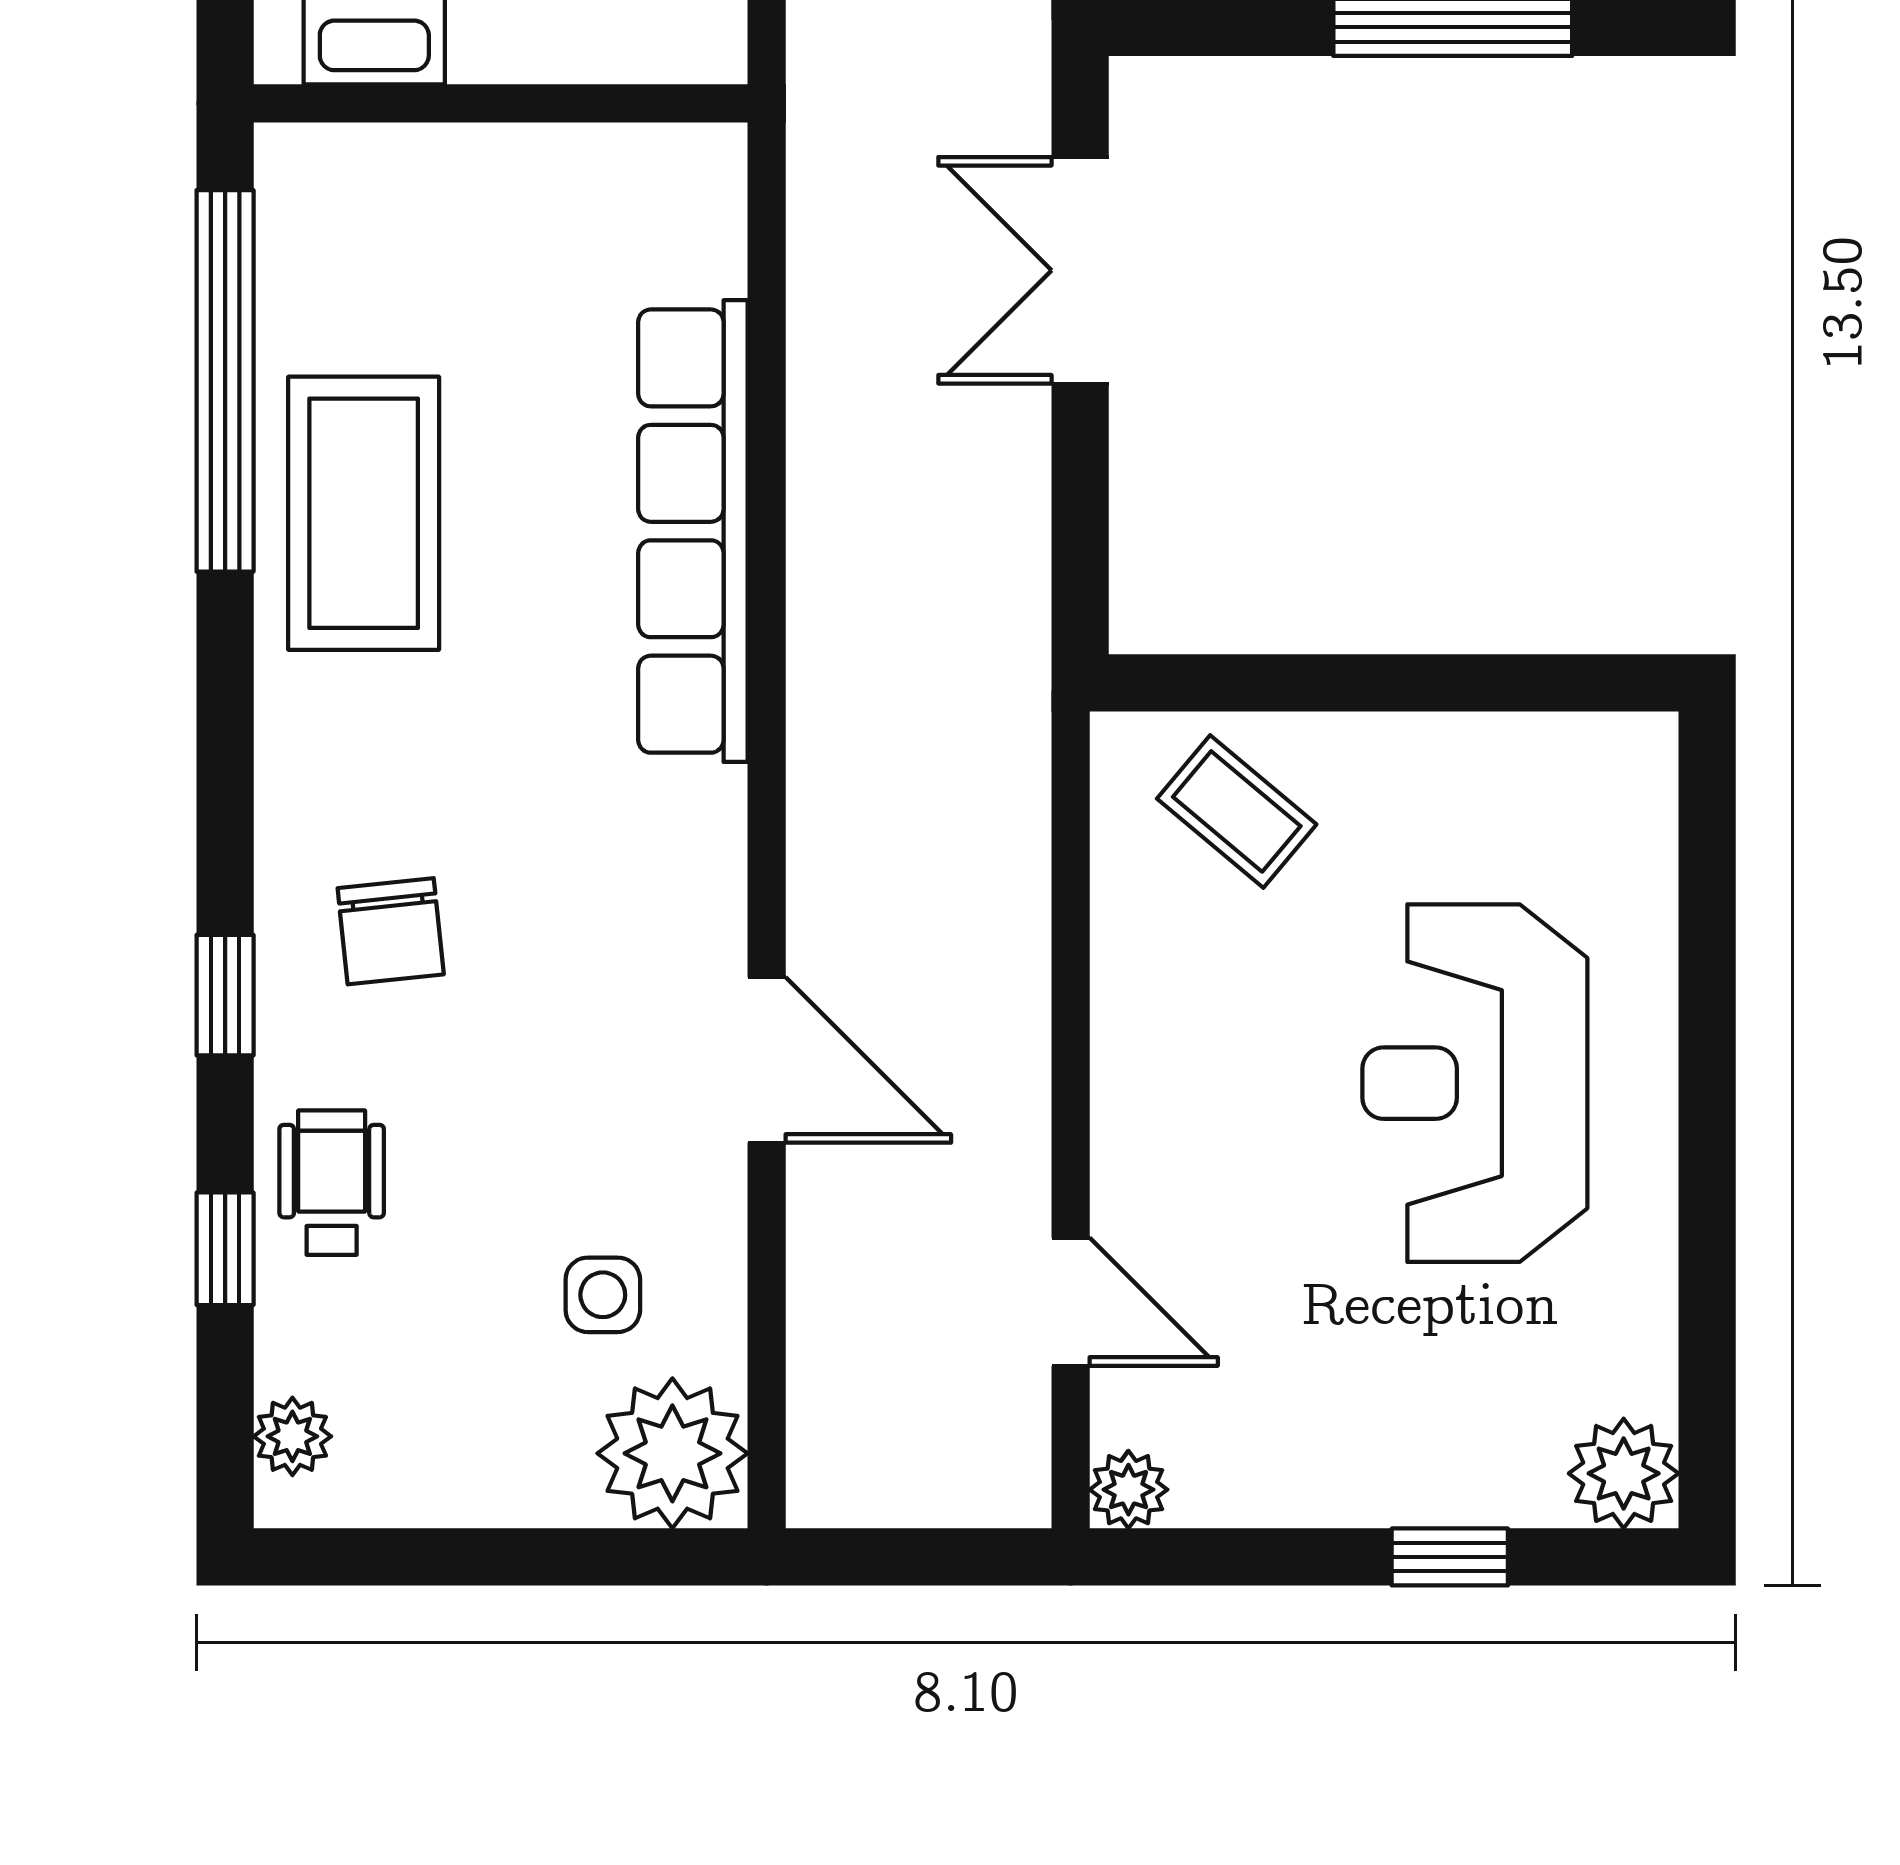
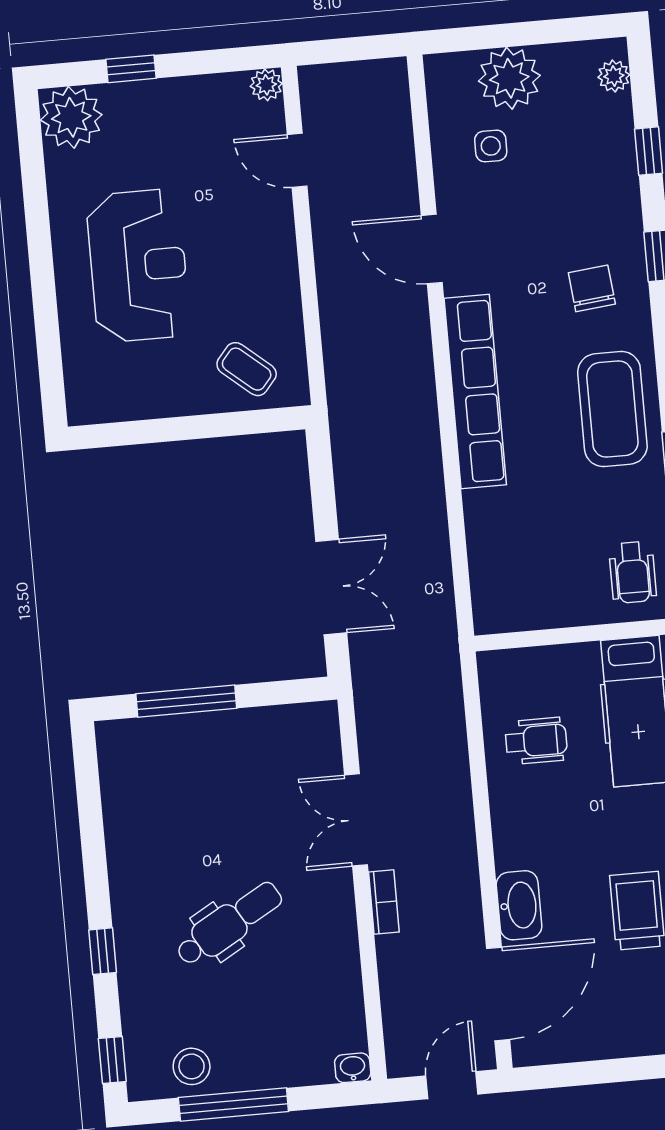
coffee table: (364, 513) -> (612, 409), moved
row of seats: (693, 531) -> (475, 391), moved
wheelchair: (332, 1183) -> (633, 572), moved
plant: (672, 1453) -> (509, 78), moved
plant: (1624, 1473) -> (71, 117), width x1.36, depth x1.36

